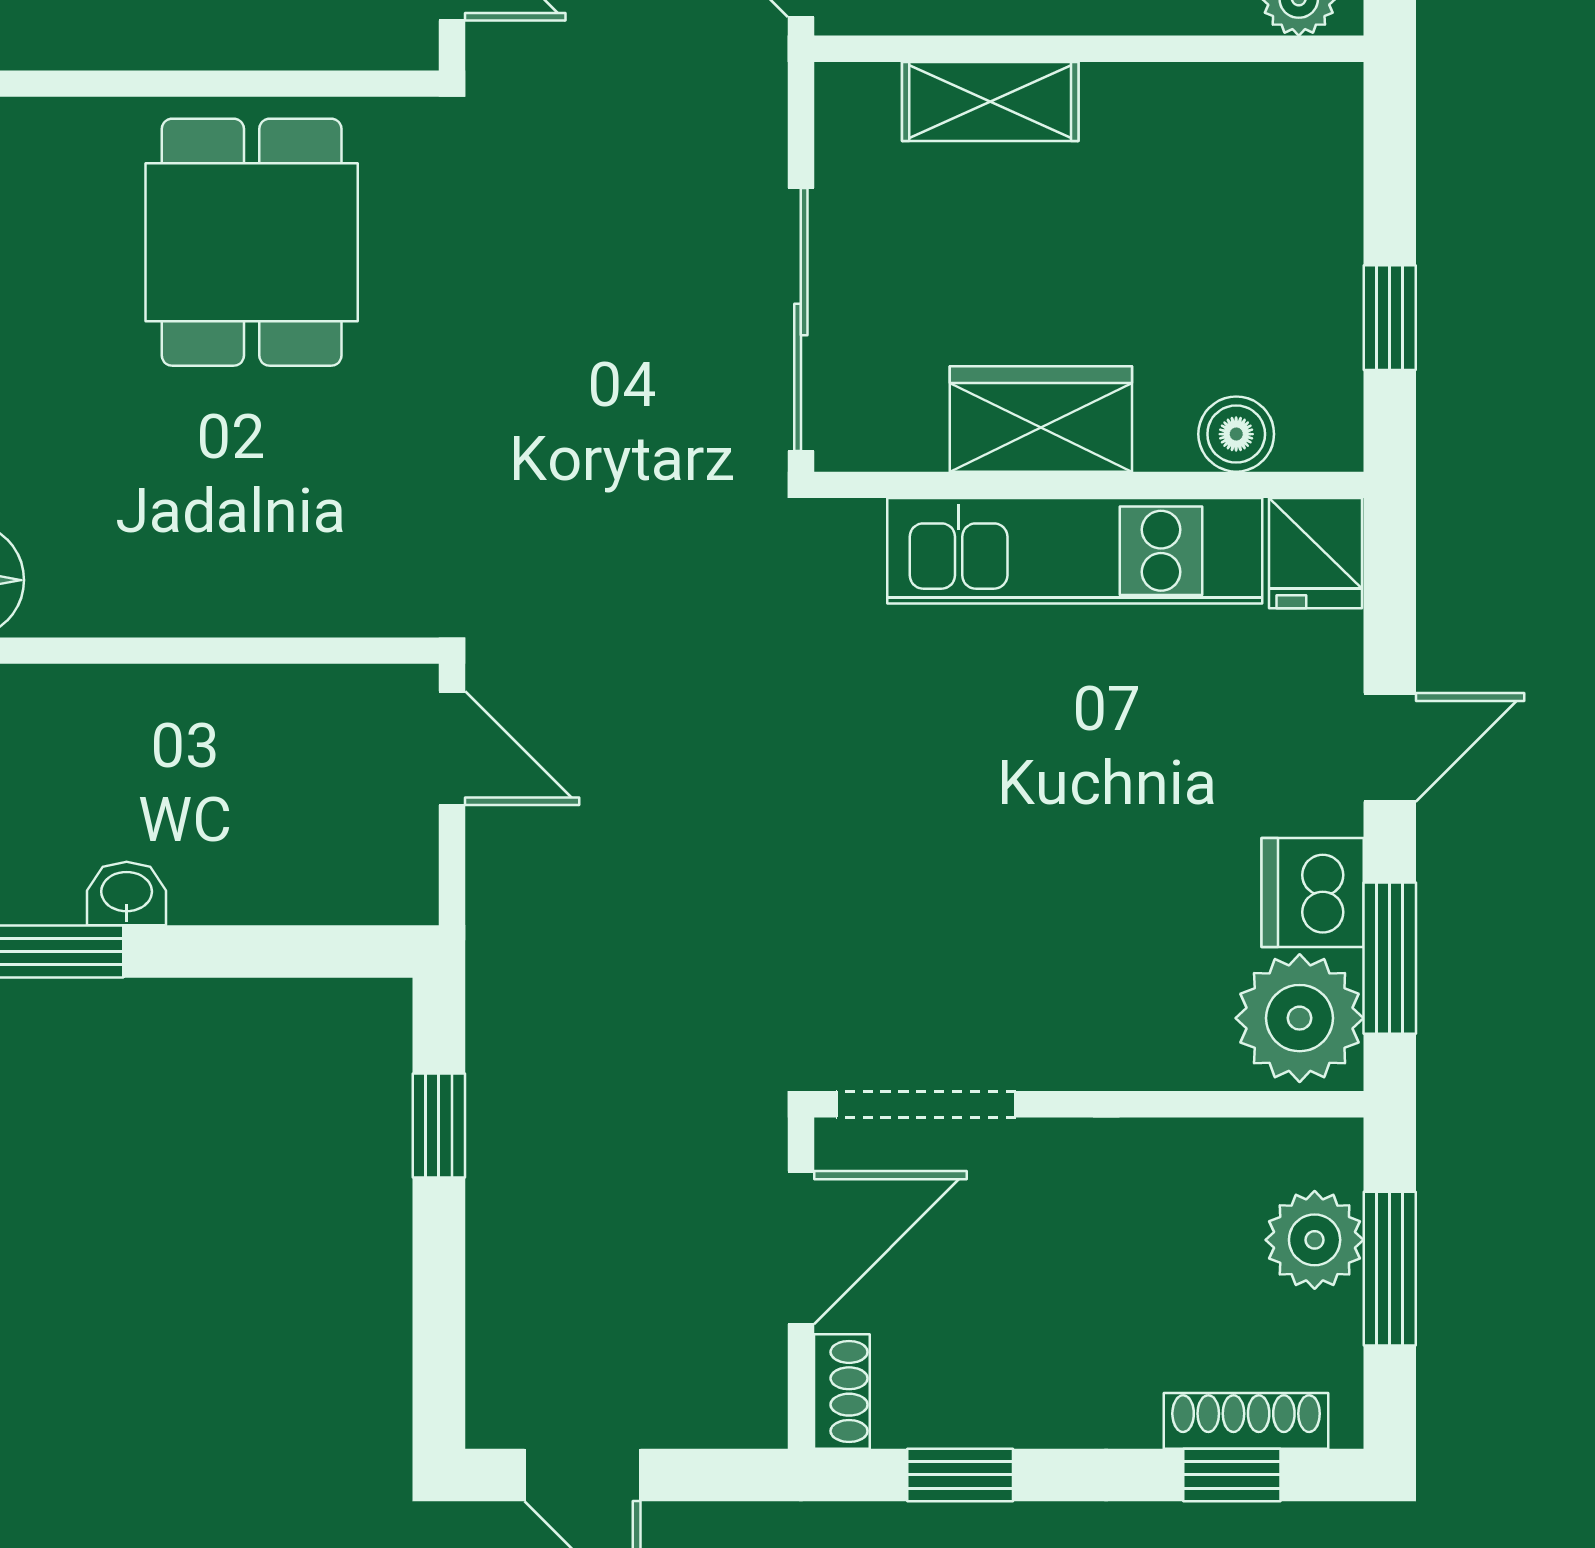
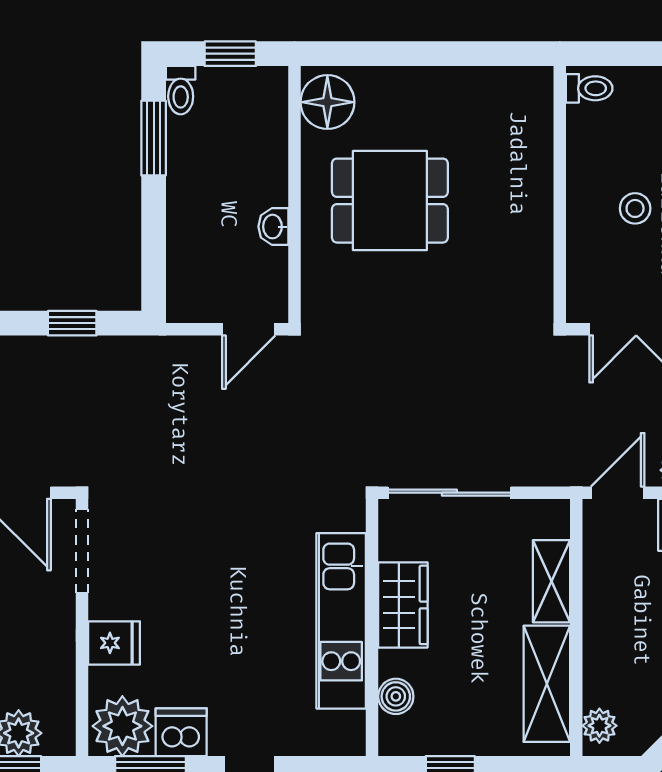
shelving: (1209, 111) -> (547, 684), added
dining table: (252, 242) -> (390, 201), moved
fridge: (1315, 553) -> (114, 643), moved, turned 180
washbasin: (127, 893) -> (273, 227), moved, turned 180

